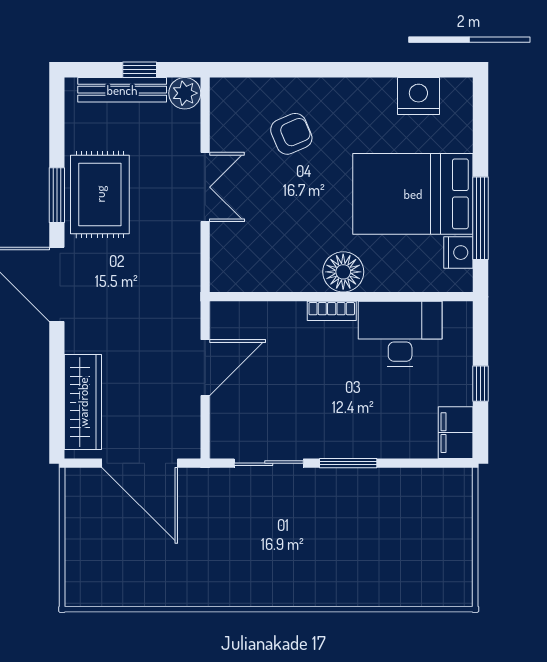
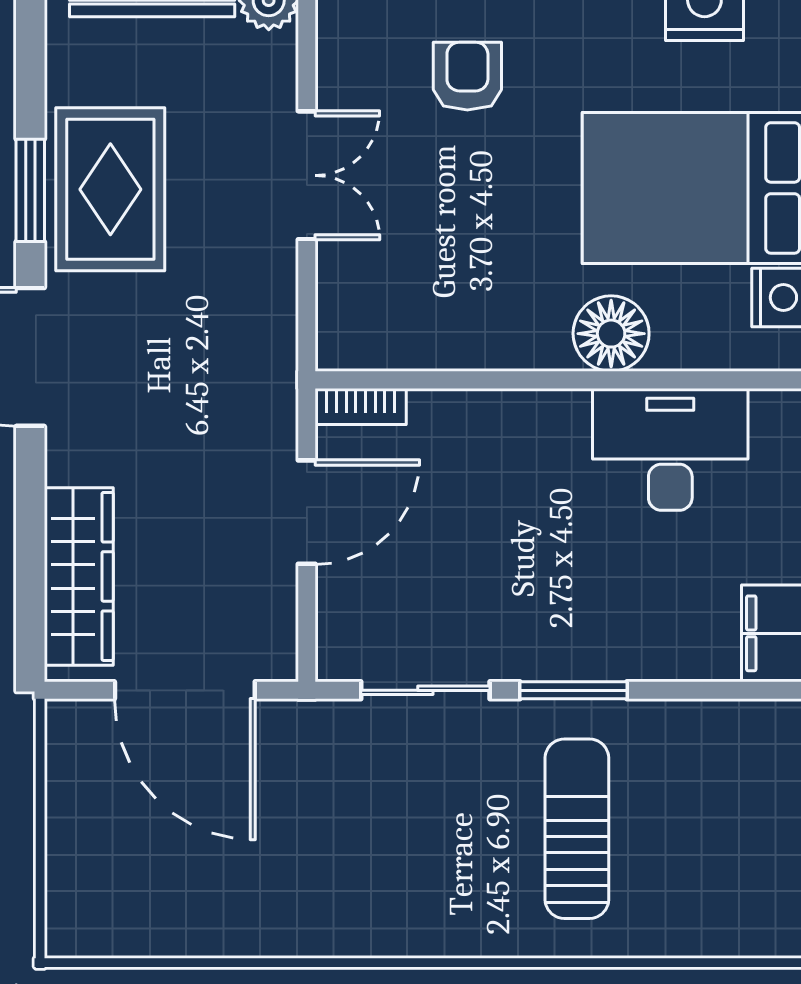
armchair: (291, 134) -> (467, 76), turned -67
floor lamp: (343, 272) -> (611, 334), moved
bookcase: (332, 311) -> (361, 407), moved
sun lounger: (350, 537) -> (577, 829), added

